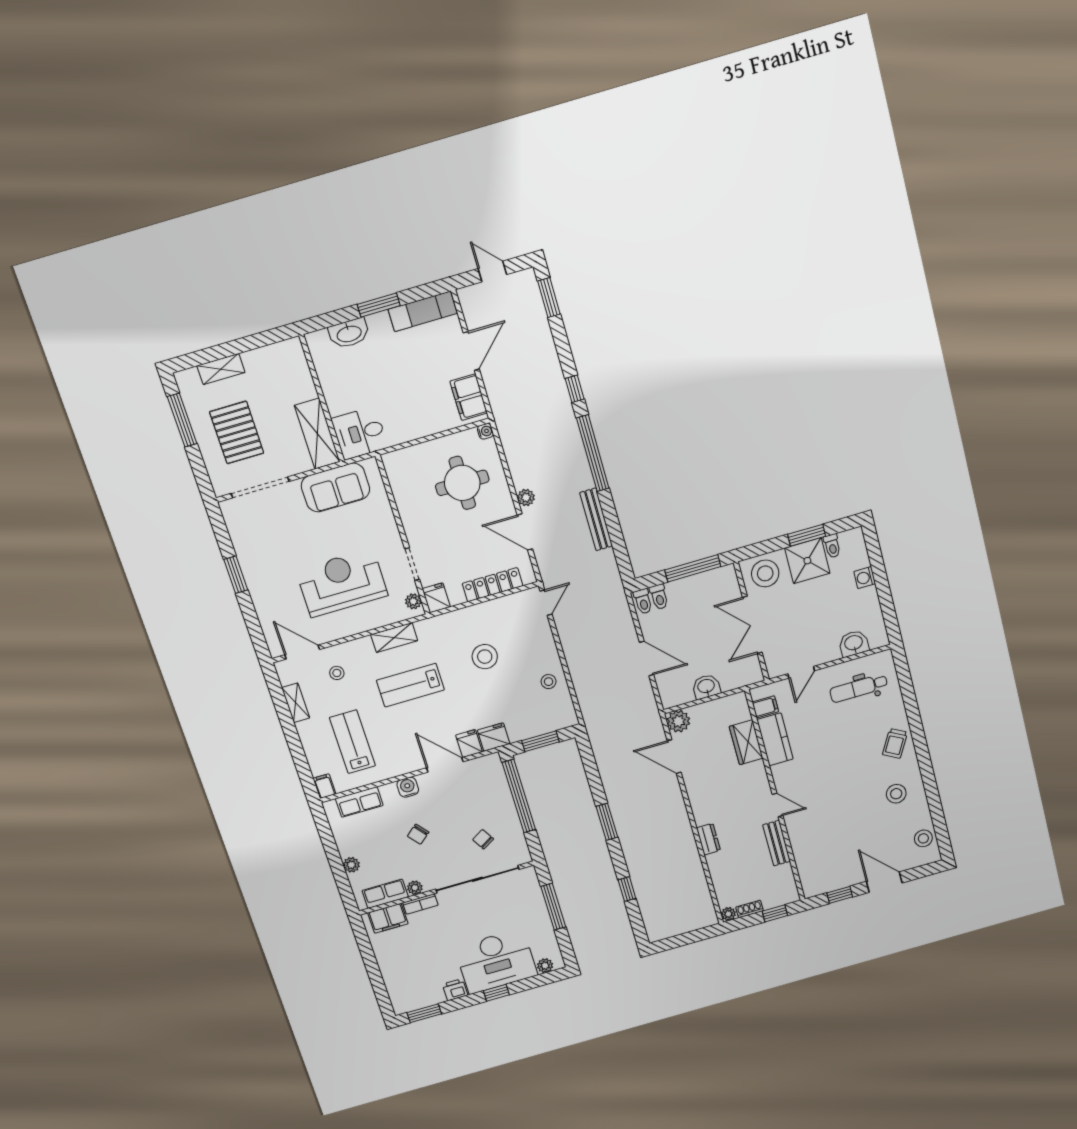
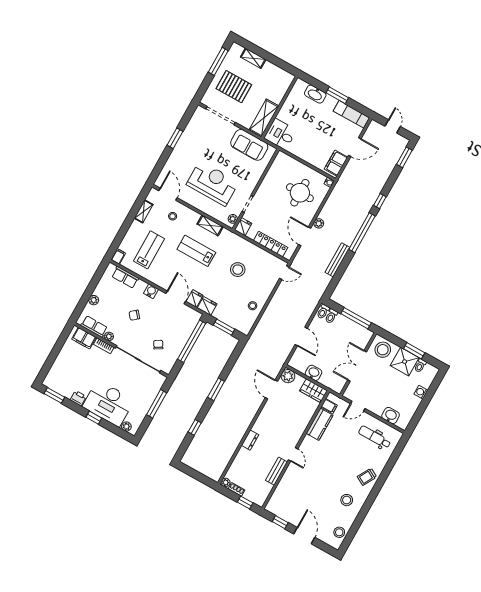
pallet: (237, 432) -> (234, 87), turned 90
wardrobe: (746, 742) -> (313, 391), moved, turned -90

